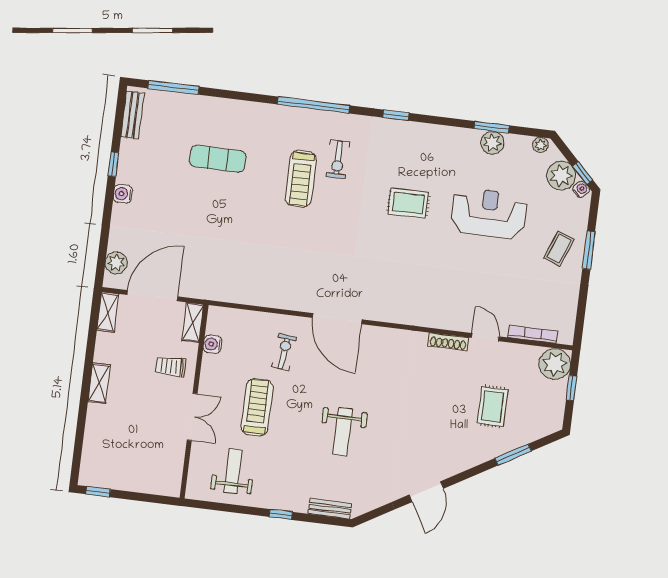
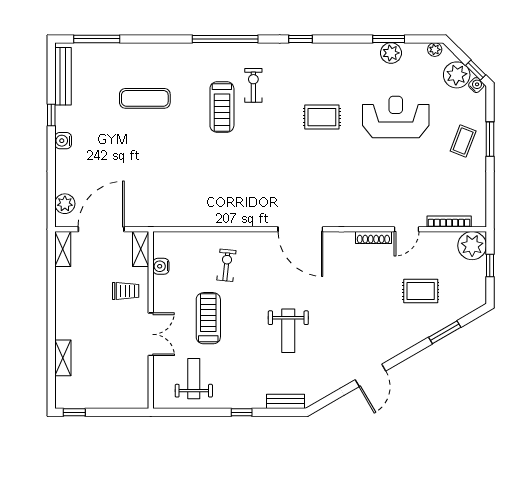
bench: (132, 115) -> (63, 76), width x1.36
exercise bike: (338, 159) -> (253, 85), turned 180
door: (337, 319) -> (300, 229), moved
door: (485, 337) -> (407, 229), swing flipped
trolley: (171, 366) -> (126, 291), turned 180
shelving: (99, 383) -> (63, 358), moved
rug: (492, 406) -> (421, 291), turned 90

